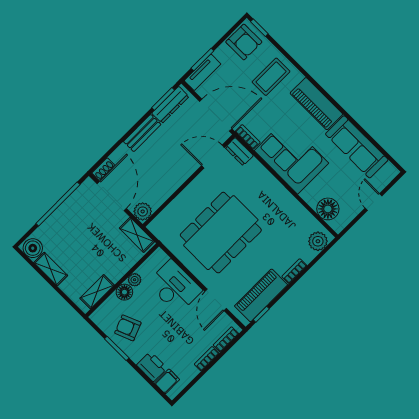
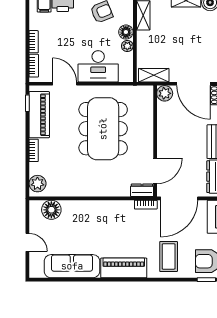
corner sofa: (291, 157) -> (106, 220), removed

